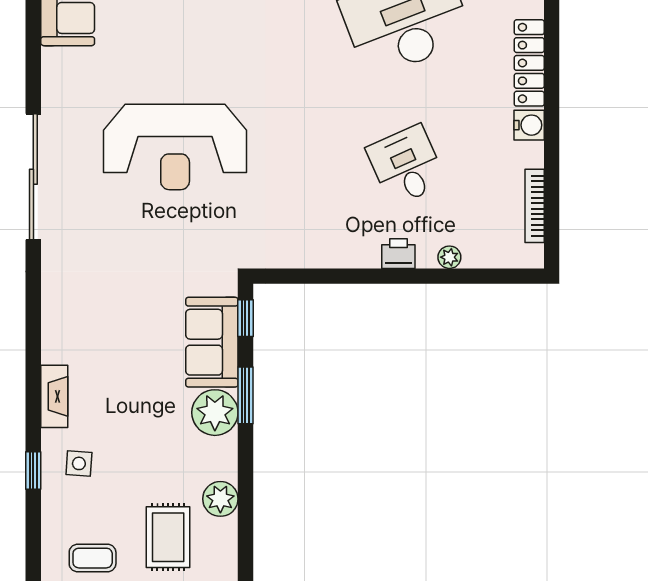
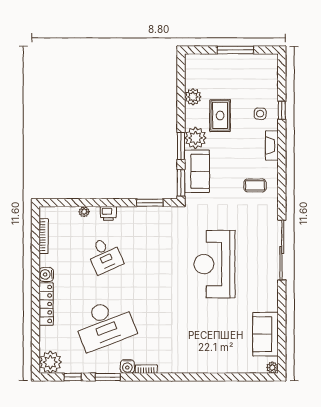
reception desk: (175, 147) -> (214, 264), turned -90
window: (311, 276) -> (150, 203), added
window: (245, 318) -> (181, 183), width x1.50
rug: (168, 537) -> (220, 116), moved
coffee table: (93, 558) -> (255, 185), moved

